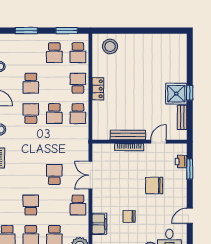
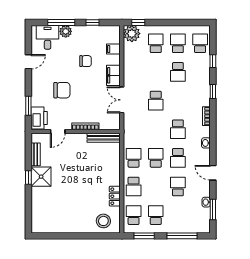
window: (26, 31) -> (182, 236), width x1.44
locker: (98, 89) -> (115, 196), moved
bench: (128, 135) -> (104, 138), moved
printer: (181, 161) -> (39, 118), width x1.87, depth x1.48
double door: (90, 175) -> (122, 100), swing flipped
filing cabinet: (99, 201) -> (113, 75), added
school desk: (78, 205) -> (178, 129), moved, turned 180
filing cabinet: (99, 224) -> (113, 49), width x0.50

